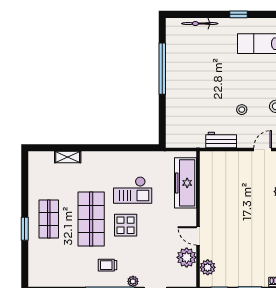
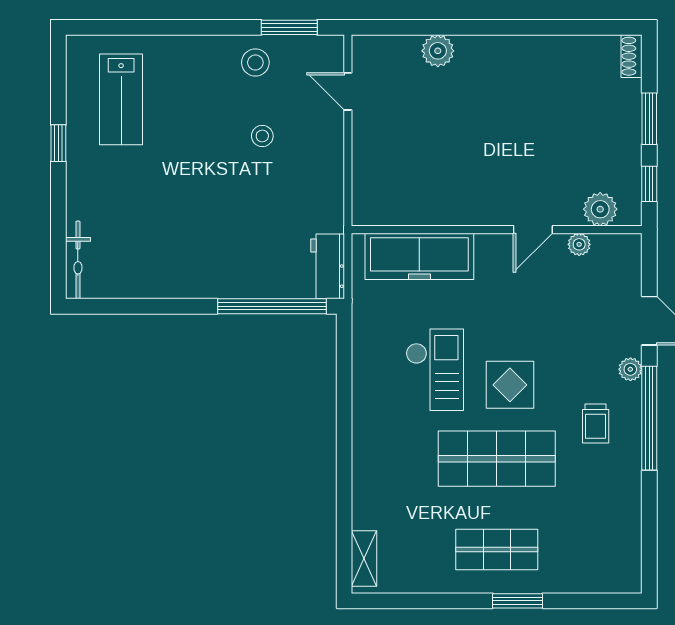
bicycle: (200, 24) -> (78, 260), moved
window: (162, 69) -> (272, 306), moved
workbench: (221, 140) -> (328, 266), moved
shelving: (68, 157) -> (364, 559), moved
plant: (187, 257) -> (579, 244), width x0.53, depth x0.53

